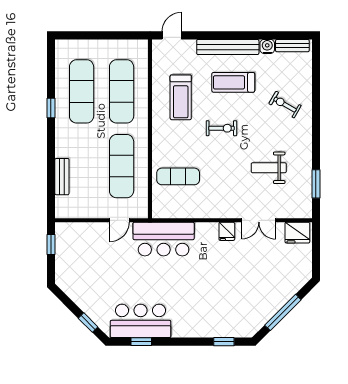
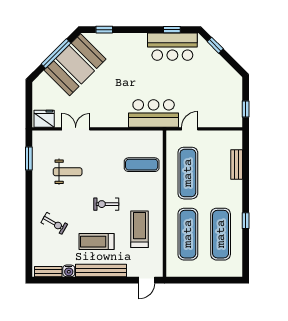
treadmill: (233, 82) -> (97, 242), turned 180
fridge: (227, 231) -> (102, 120), removed
booth: (260, 299) -> (75, 65), added

